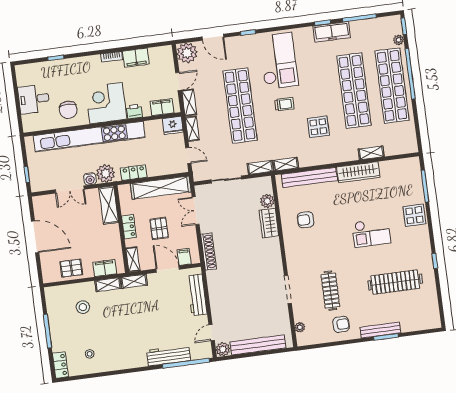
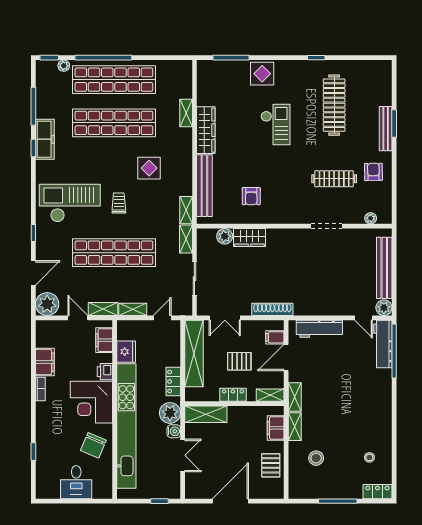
chair: (68, 110) -> (93, 445), turned 113
fridge: (173, 125) -> (126, 352), moved
workbench: (169, 355) -> (383, 344), moved

